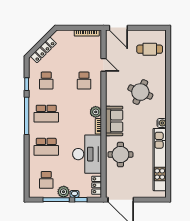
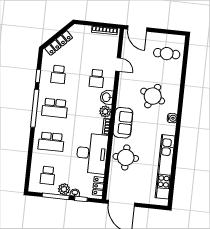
washbasin: (96, 98) -> (107, 97), added
water cooler: (162, 123) -> (172, 118), moved

